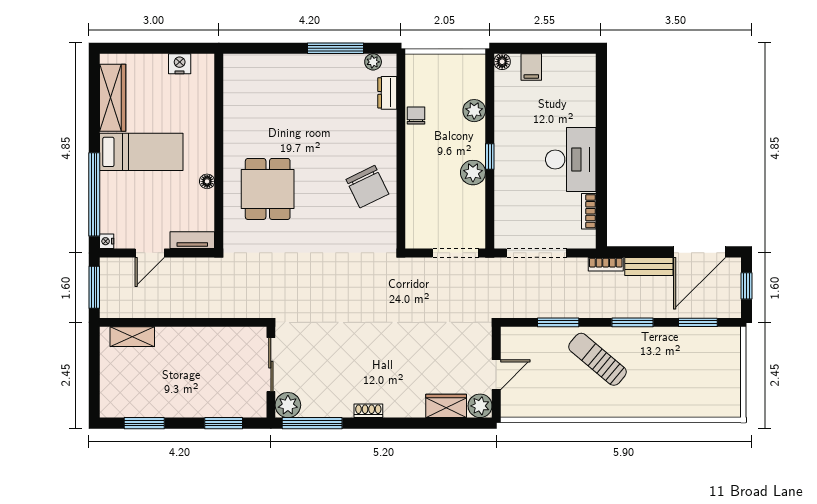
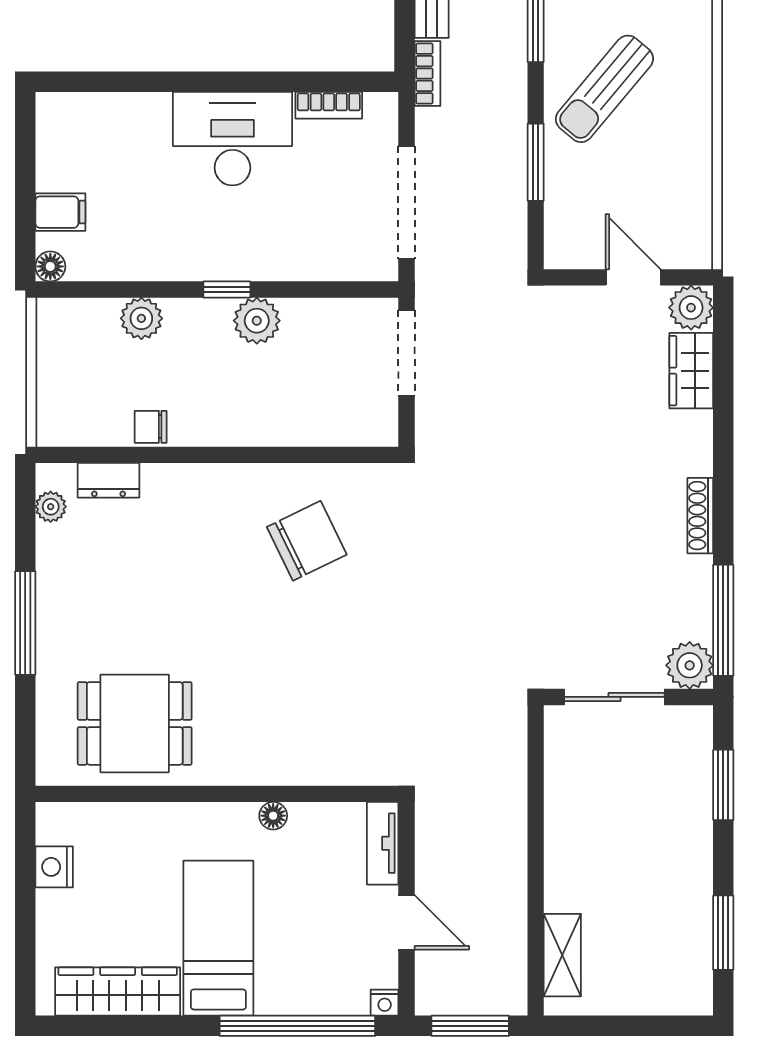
window: (336, 48) -> (25, 623), moved
chair: (367, 187) -> (307, 541), moved
dining table: (268, 189) -> (135, 723), moved
shoe rack: (368, 411) -> (700, 516), width x1.43

